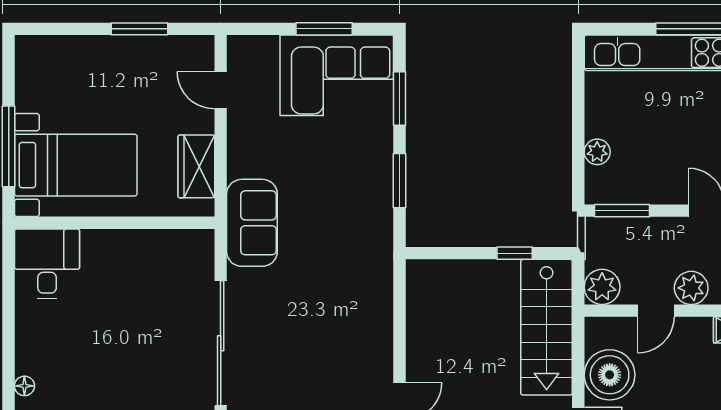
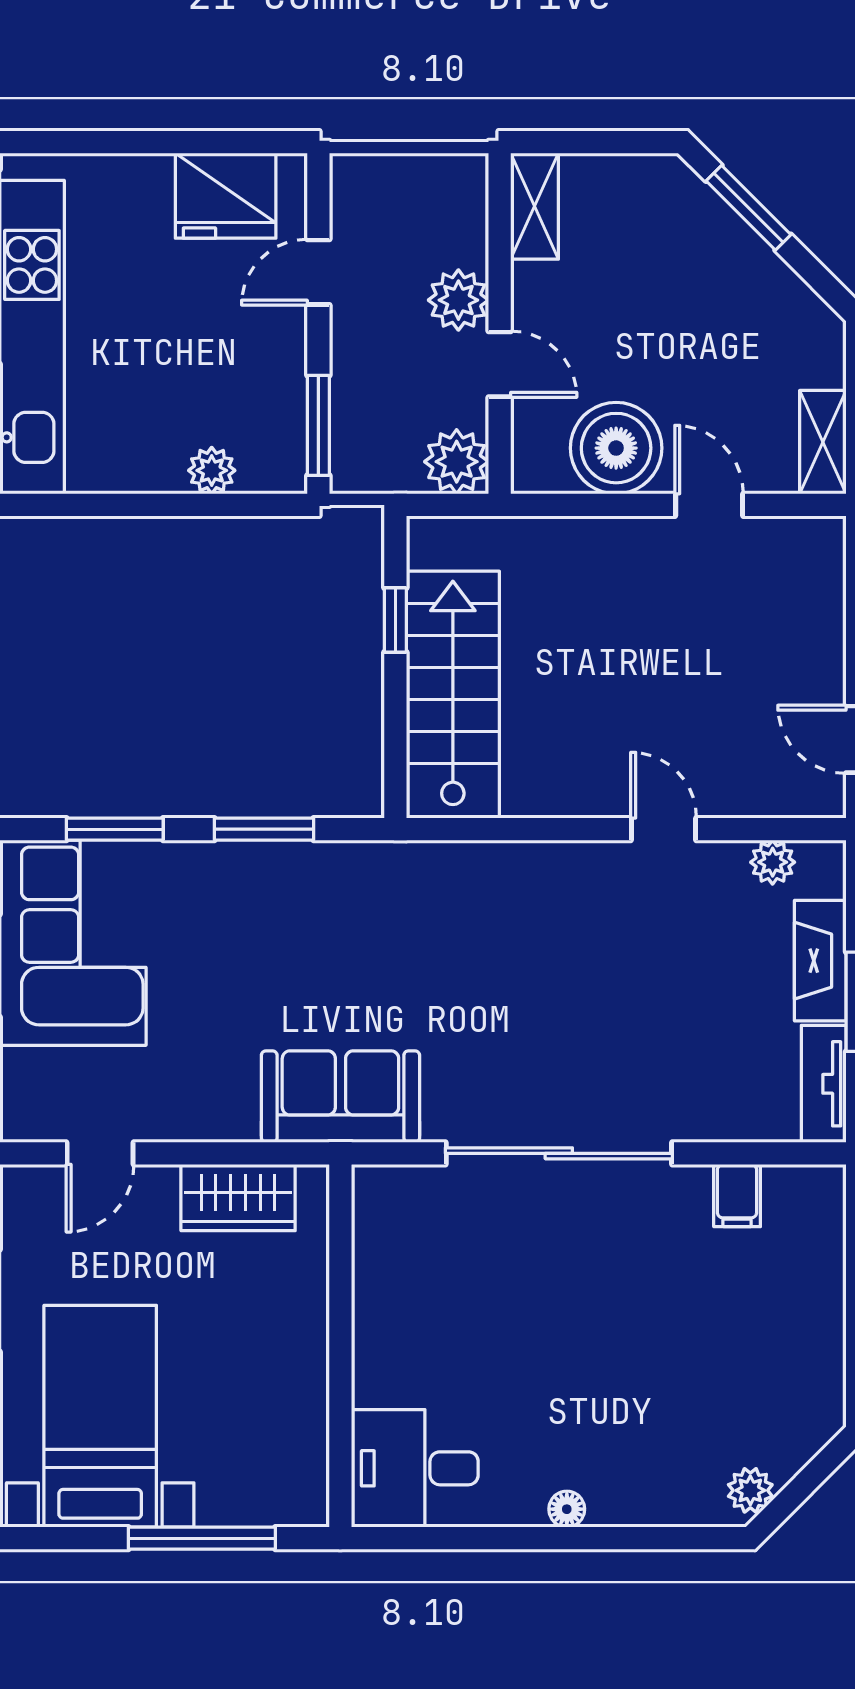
bed with nightstands: (76, 165) -> (100, 1416), moved
stairs: (547, 327) -> (453, 695), moved, turned -90
floor lamp: (24, 386) -> (567, 1509), moved

